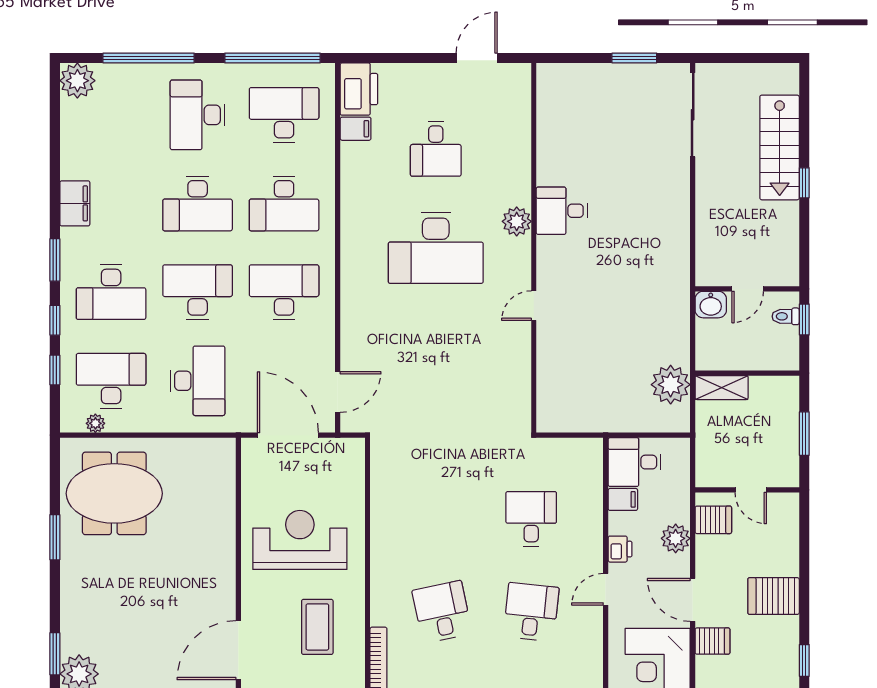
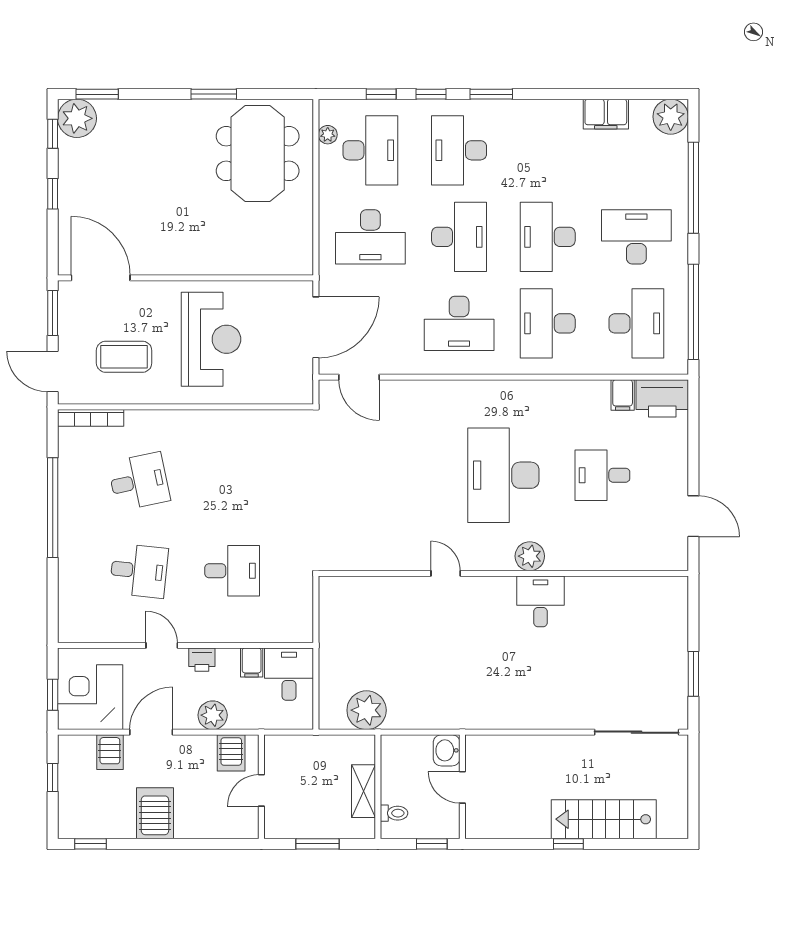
filing cabinet: (75, 203) -> (606, 114), moved
desk: (284, 292) -> (459, 323), turned 90
toilet: (786, 316) -> (394, 813), moved, turned 90
shelving: (722, 388) -> (364, 791), moved

